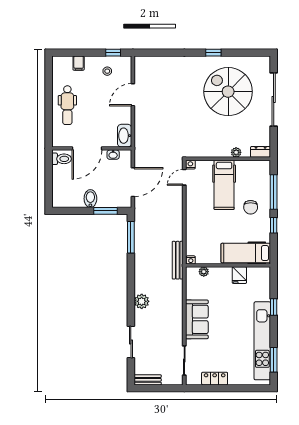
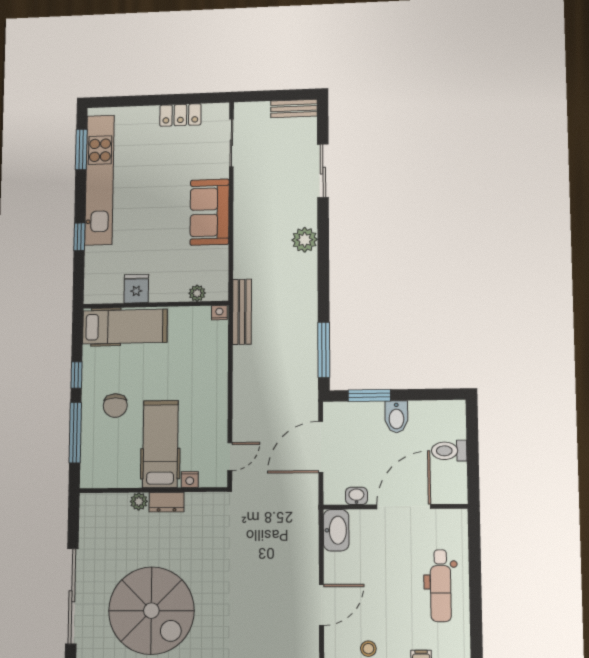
dental chair: (67, 105) -> (441, 586), turned 180
dresser: (261, 152) -> (167, 502), moved
toilet: (62, 159) -> (449, 451), moved
nightstand: (190, 165) -> (190, 479), moved
chair: (251, 207) -> (115, 406), turned 180

